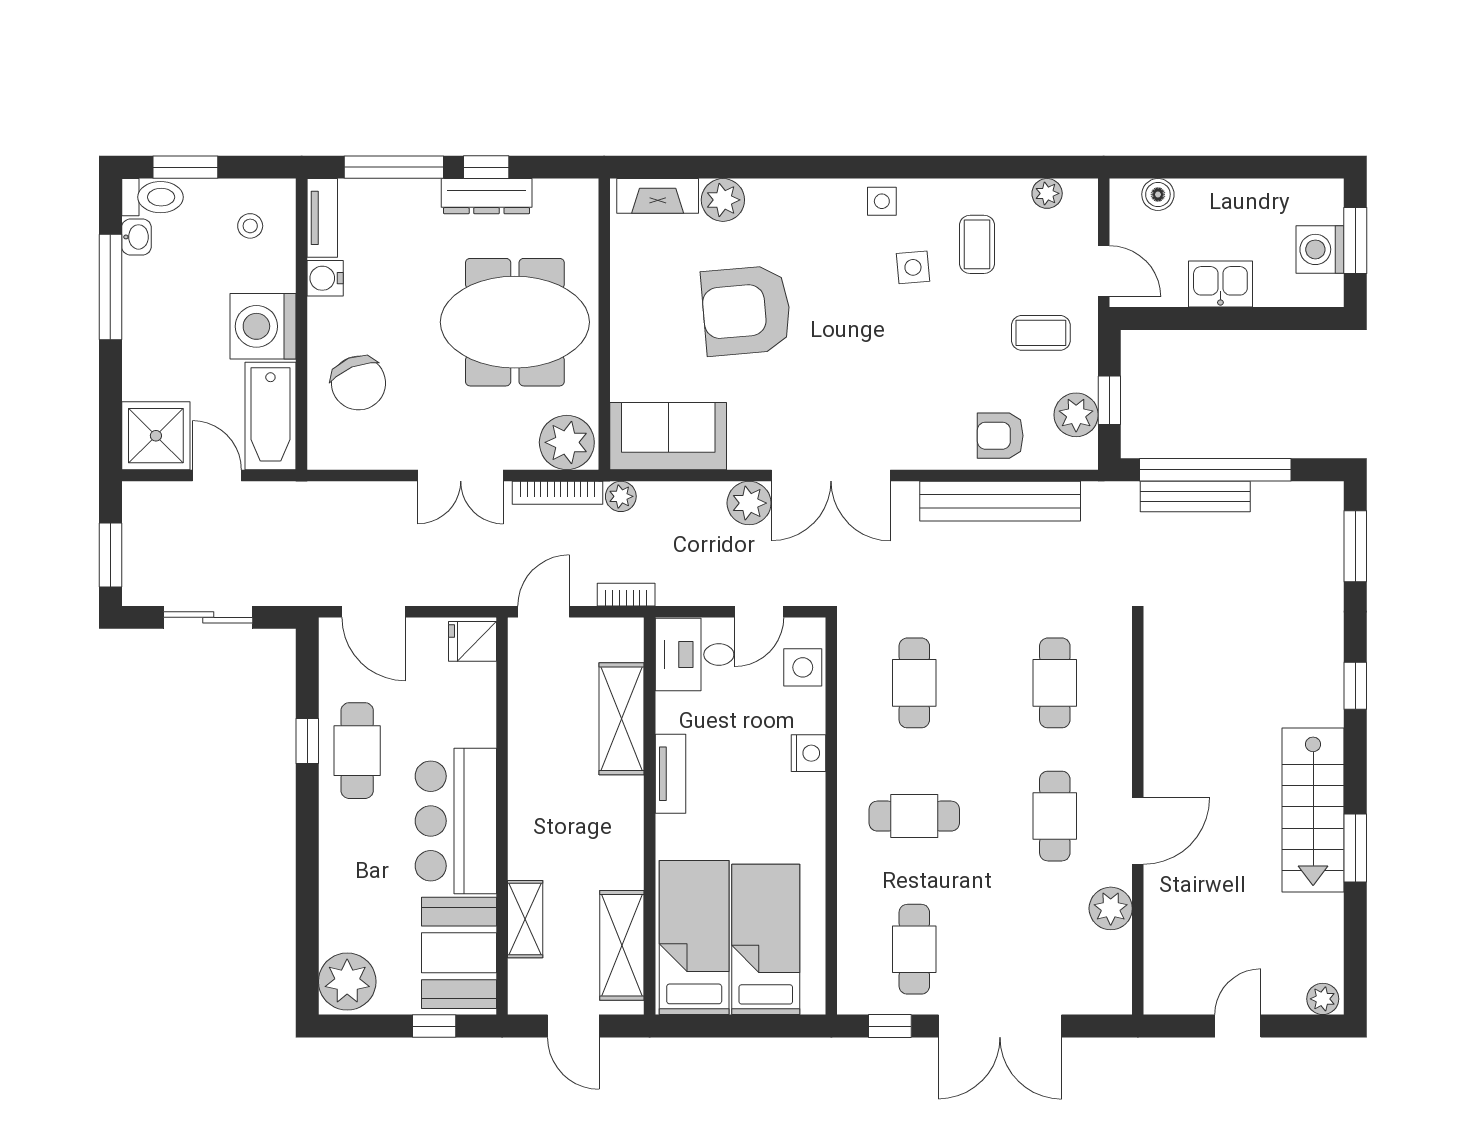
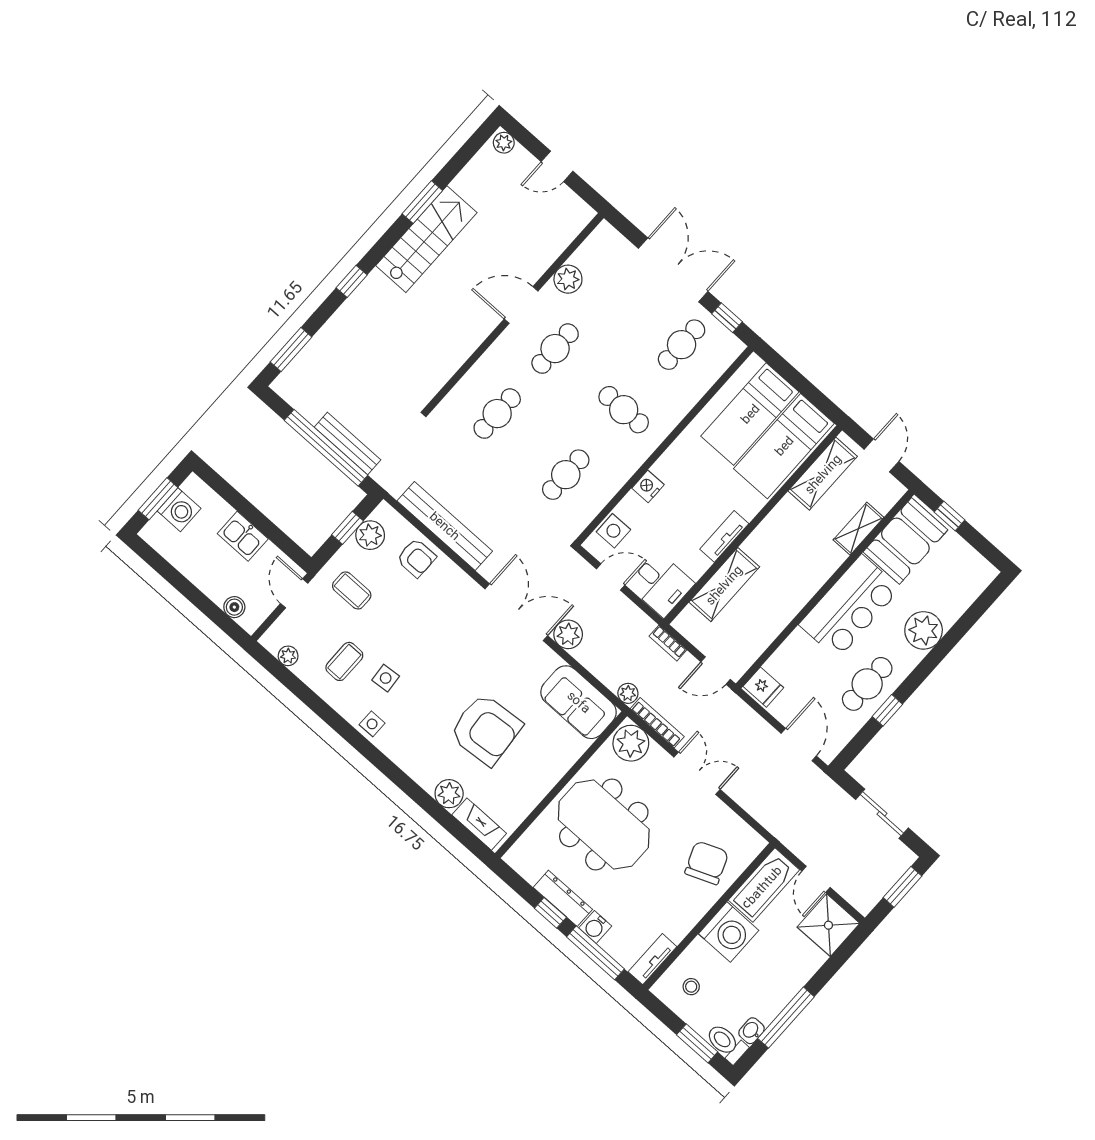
water cooler: (325, 278) -> (595, 927), moved, turned 90
plant: (347, 982) -> (924, 630), moved

